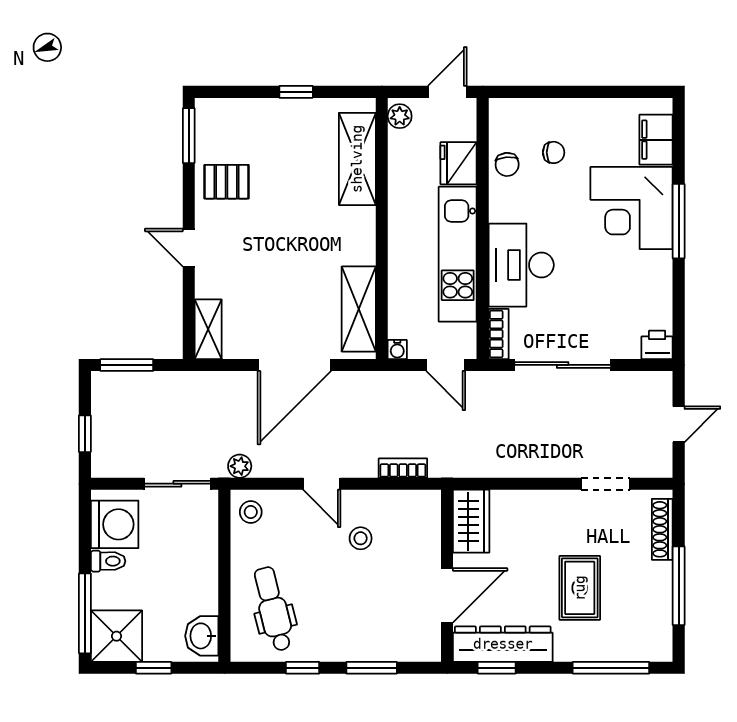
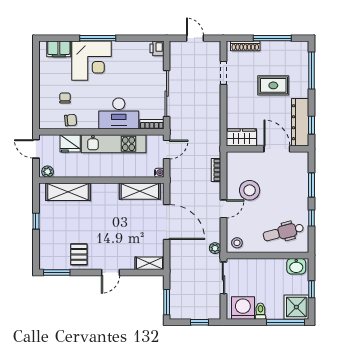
stool: (361, 538) -> (250, 190), width x1.89, depth x1.89

